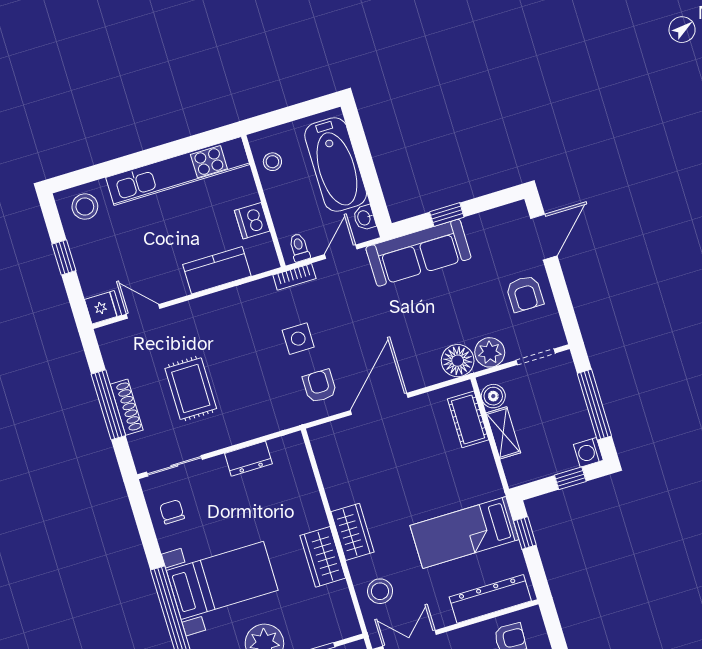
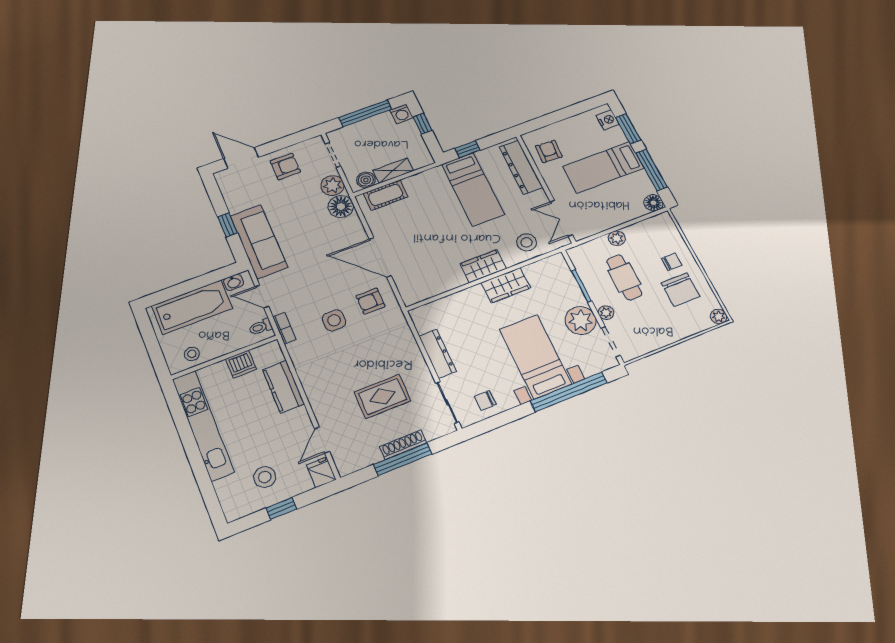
stool: (85, 207) -> (265, 477), moved
dresser: (248, 459) -> (438, 354), width x1.44

